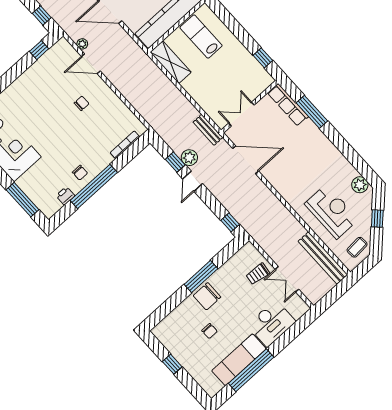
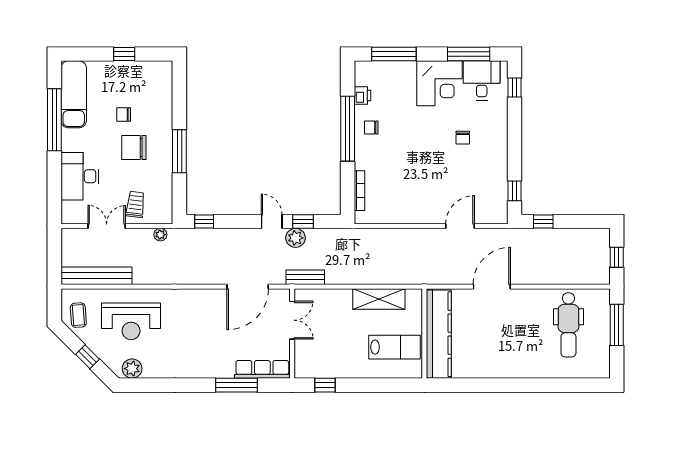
plant: (82, 44) -> (160, 235), moved
shelving: (171, 62) -> (379, 299), moved
chair: (82, 103) -> (463, 138), moved
chair: (207, 296) -> (134, 148), moved, turned -90
exam couch: (239, 360) -> (74, 94), moved

